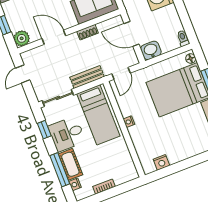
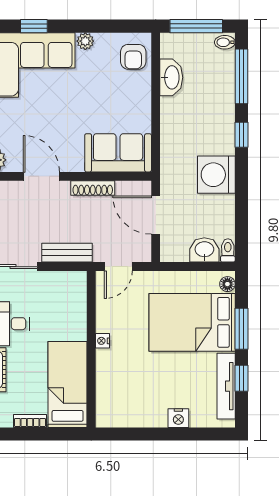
shoe rack: (87, 32) -> (93, 188), width x1.43
washbasin: (151, 50) -> (204, 250), moved
bed: (98, 115) -> (68, 384), moved, turned 180
nightstand: (161, 162) -> (178, 418), moved

